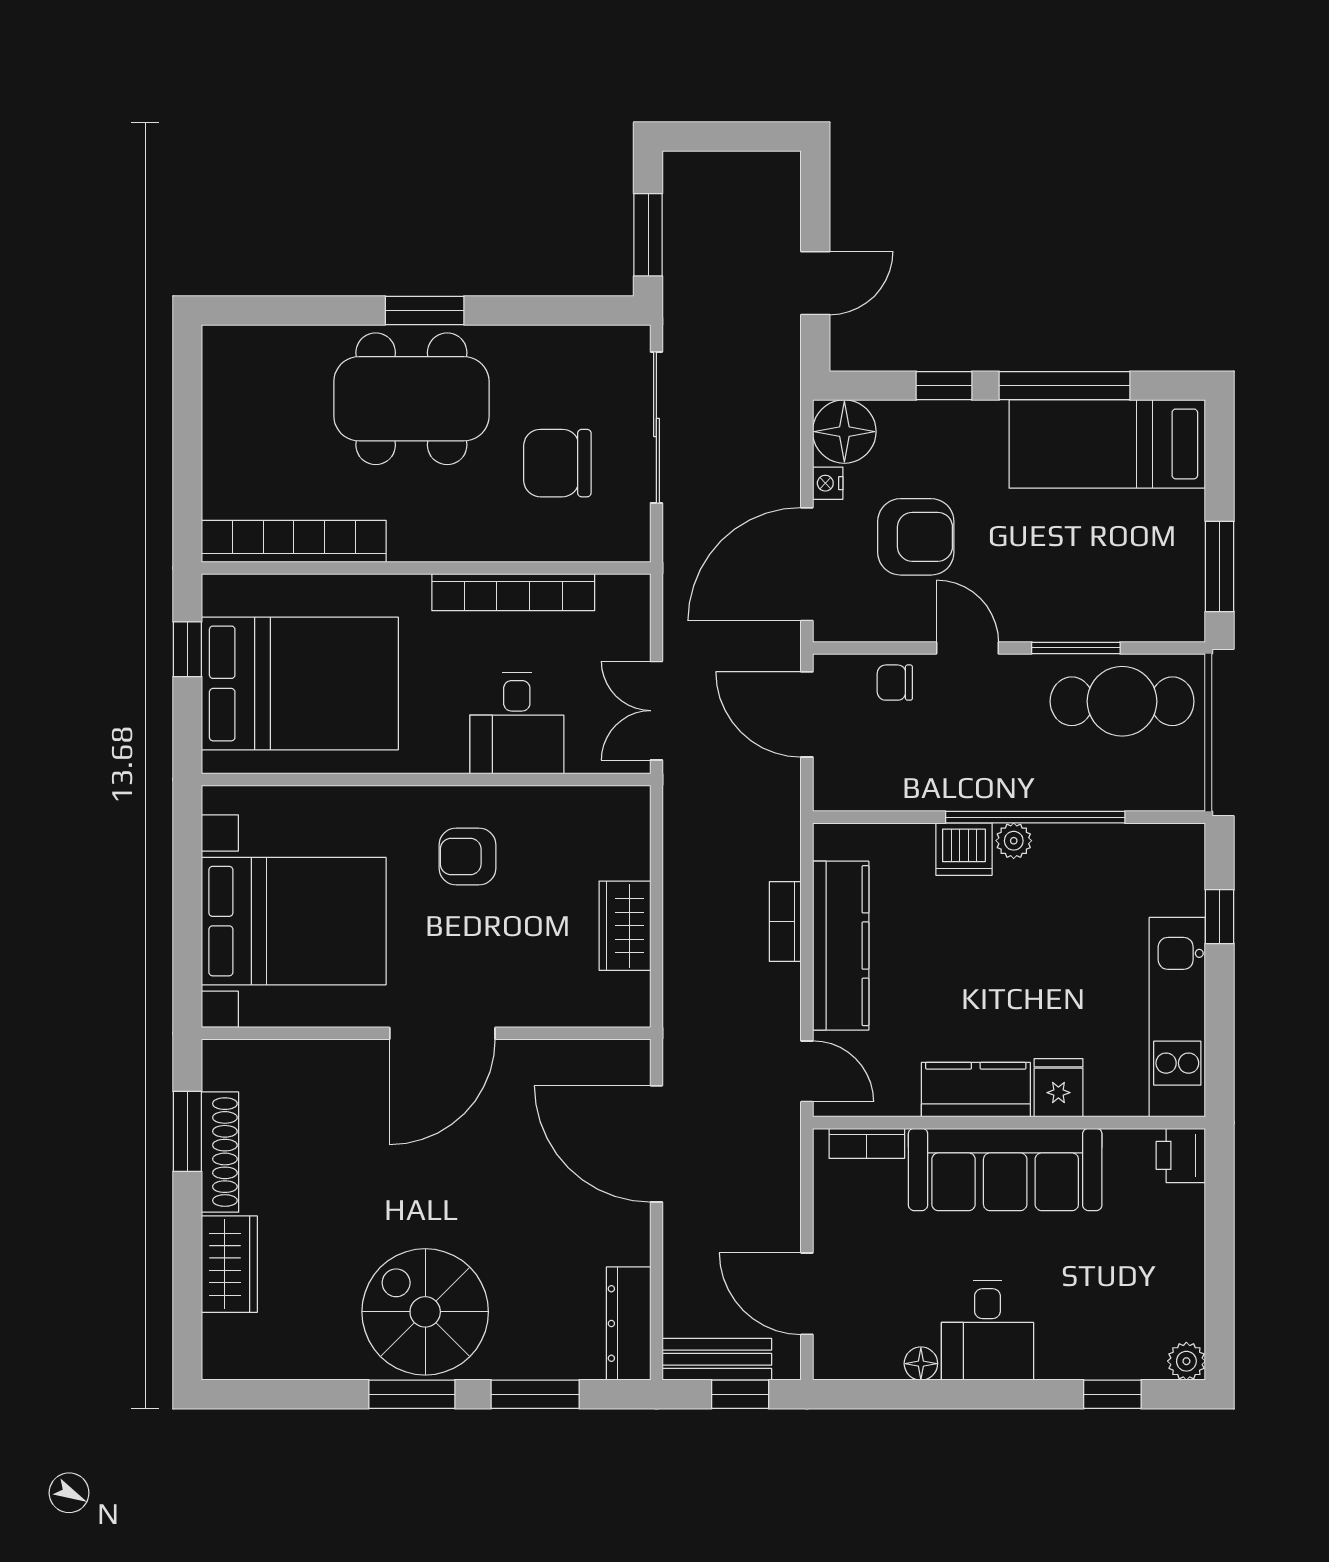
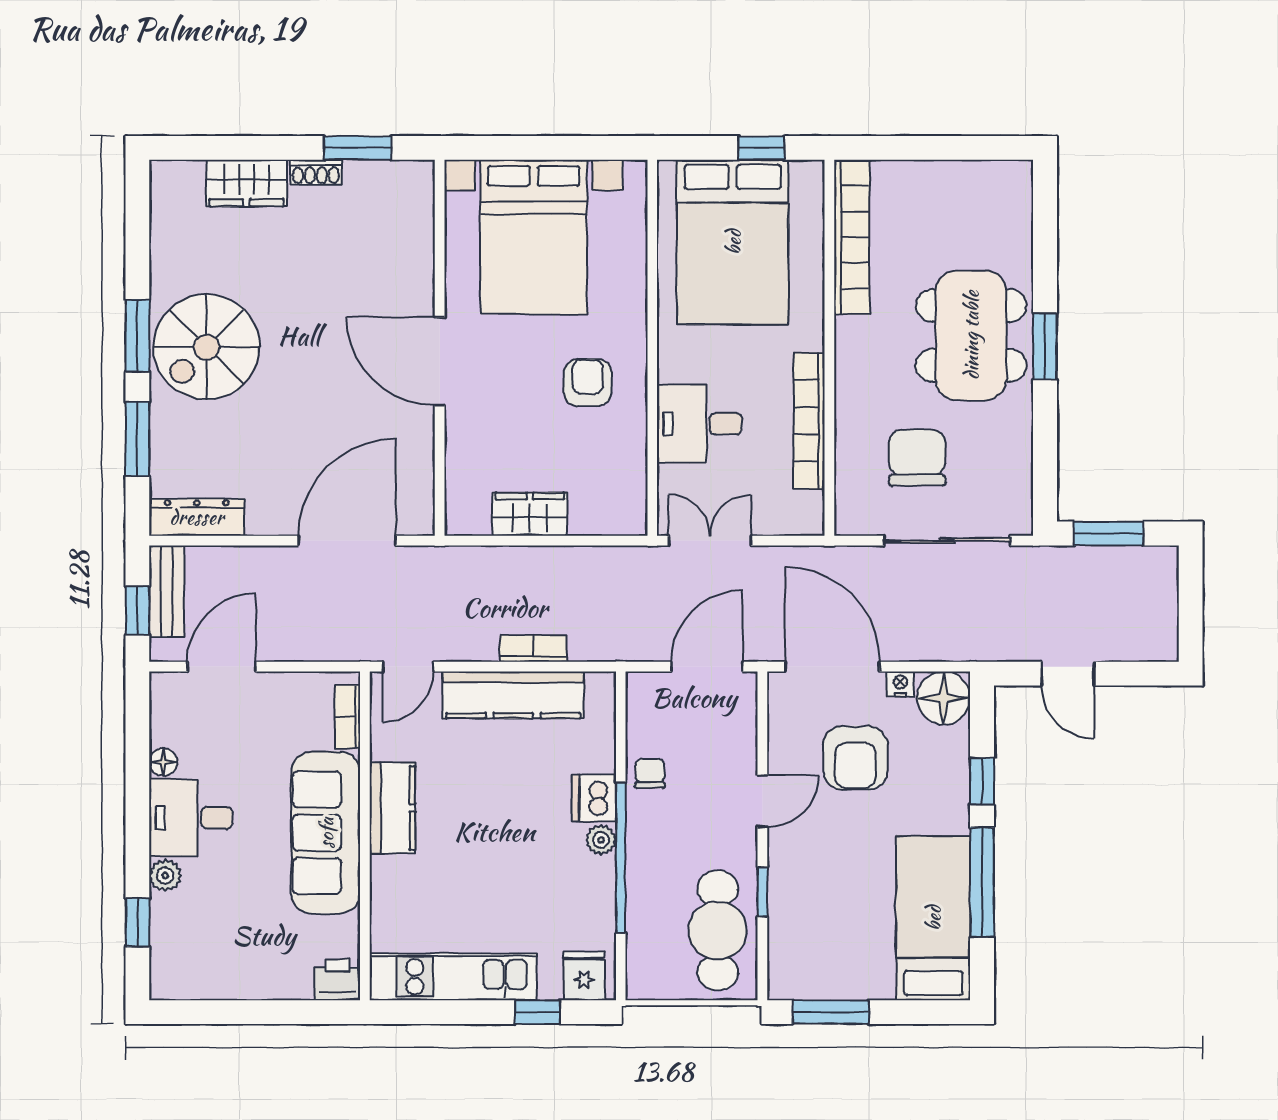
window: (1076, 648) -> (762, 892), width x0.67
chair: (895, 683) -> (650, 773), moved
fridge: (1058, 1088) -> (584, 976), moved, turned -90
shoe rack: (220, 1152) -> (316, 172), width x0.51, depth x0.81
spiral stairs: (425, 1312) -> (206, 347), turned 180
plant: (1186, 1361) -> (165, 875), moved

